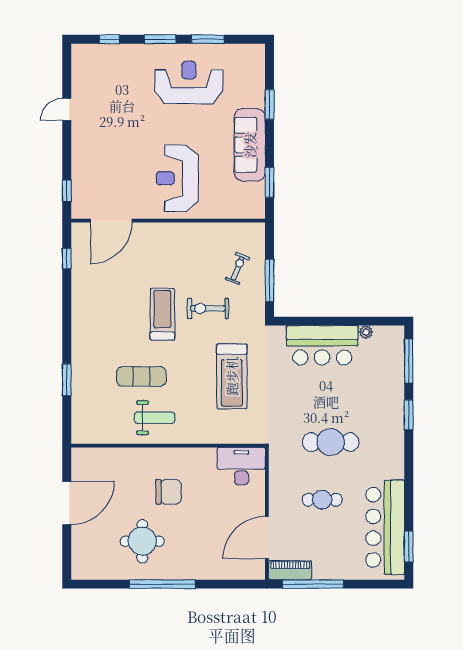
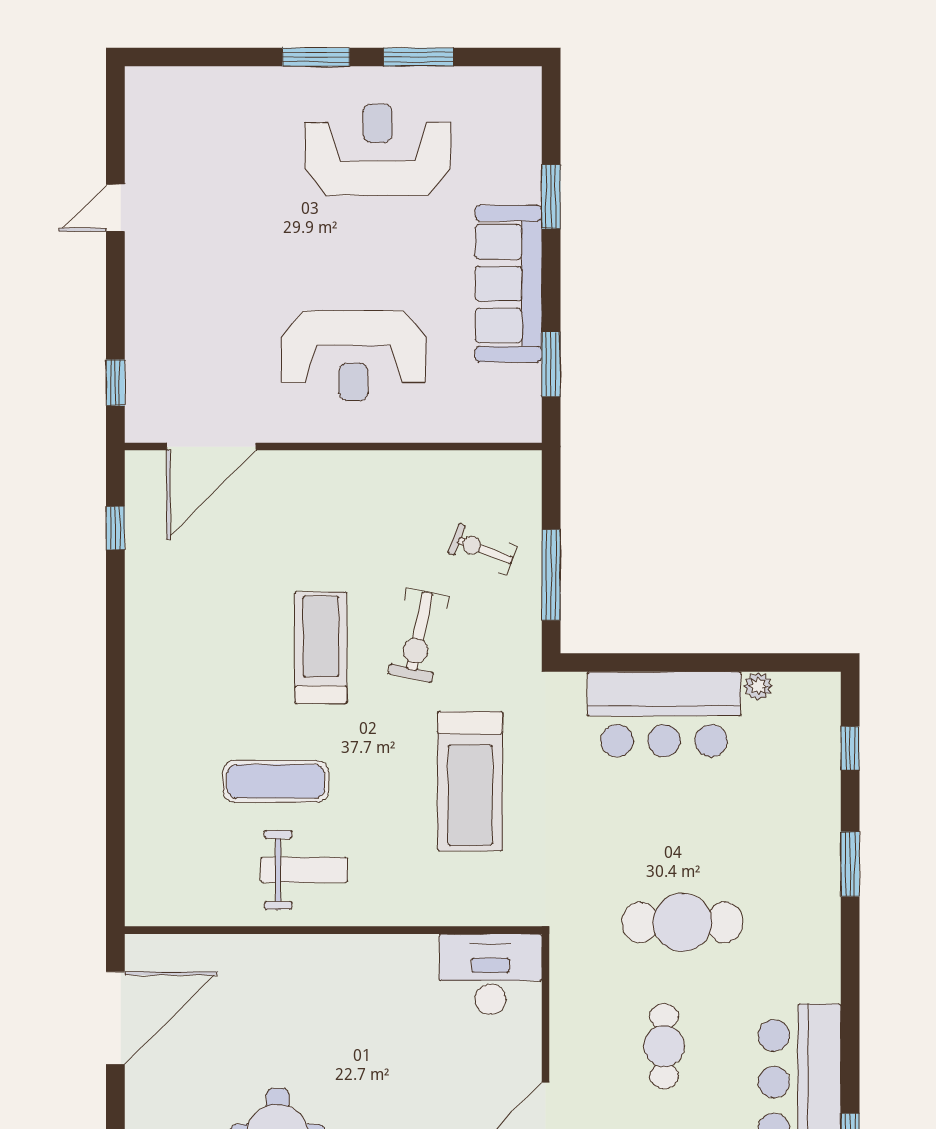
window: (109, 39) -> (207, 57), removed
reception desk: (178, 178) -> (353, 356), turned -90
exercise bike: (238, 268) -> (482, 549), turned -91
exercise bike: (208, 308) -> (419, 635), turned -78
window: (409, 361) -> (850, 748), width x0.46
window: (67, 380) -> (115, 788), removed
chair: (168, 492) -> (334, 1029), removed
cafe table: (322, 500) -> (664, 1046), turned 90
door: (67, 503) -> (115, 1018), moved

